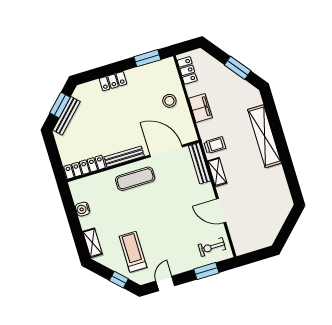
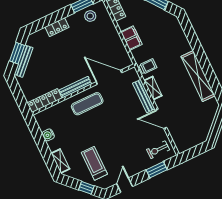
stool: (169, 101) -> (90, 16), moved
shelving: (265, 136) -> (198, 76), moved
bench: (200, 163) -> (144, 96), moved

